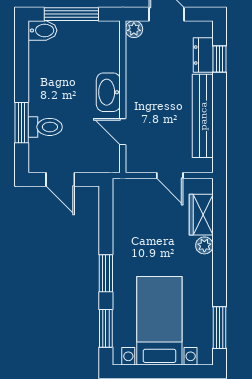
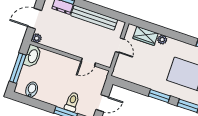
bidet: (43, 30) -> (32, 90), moved
washbasin: (108, 92) -> (33, 56), moved, turned -90
door: (170, 176) -> (120, 45), hinge flipped

